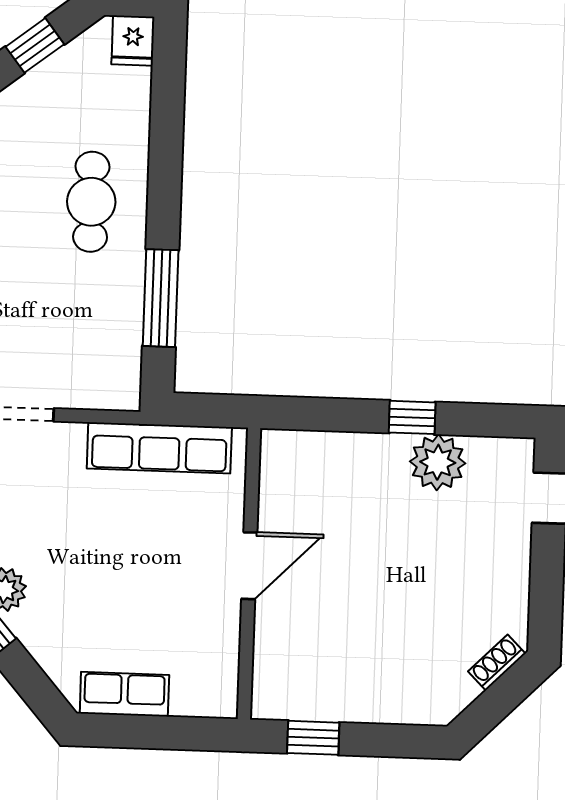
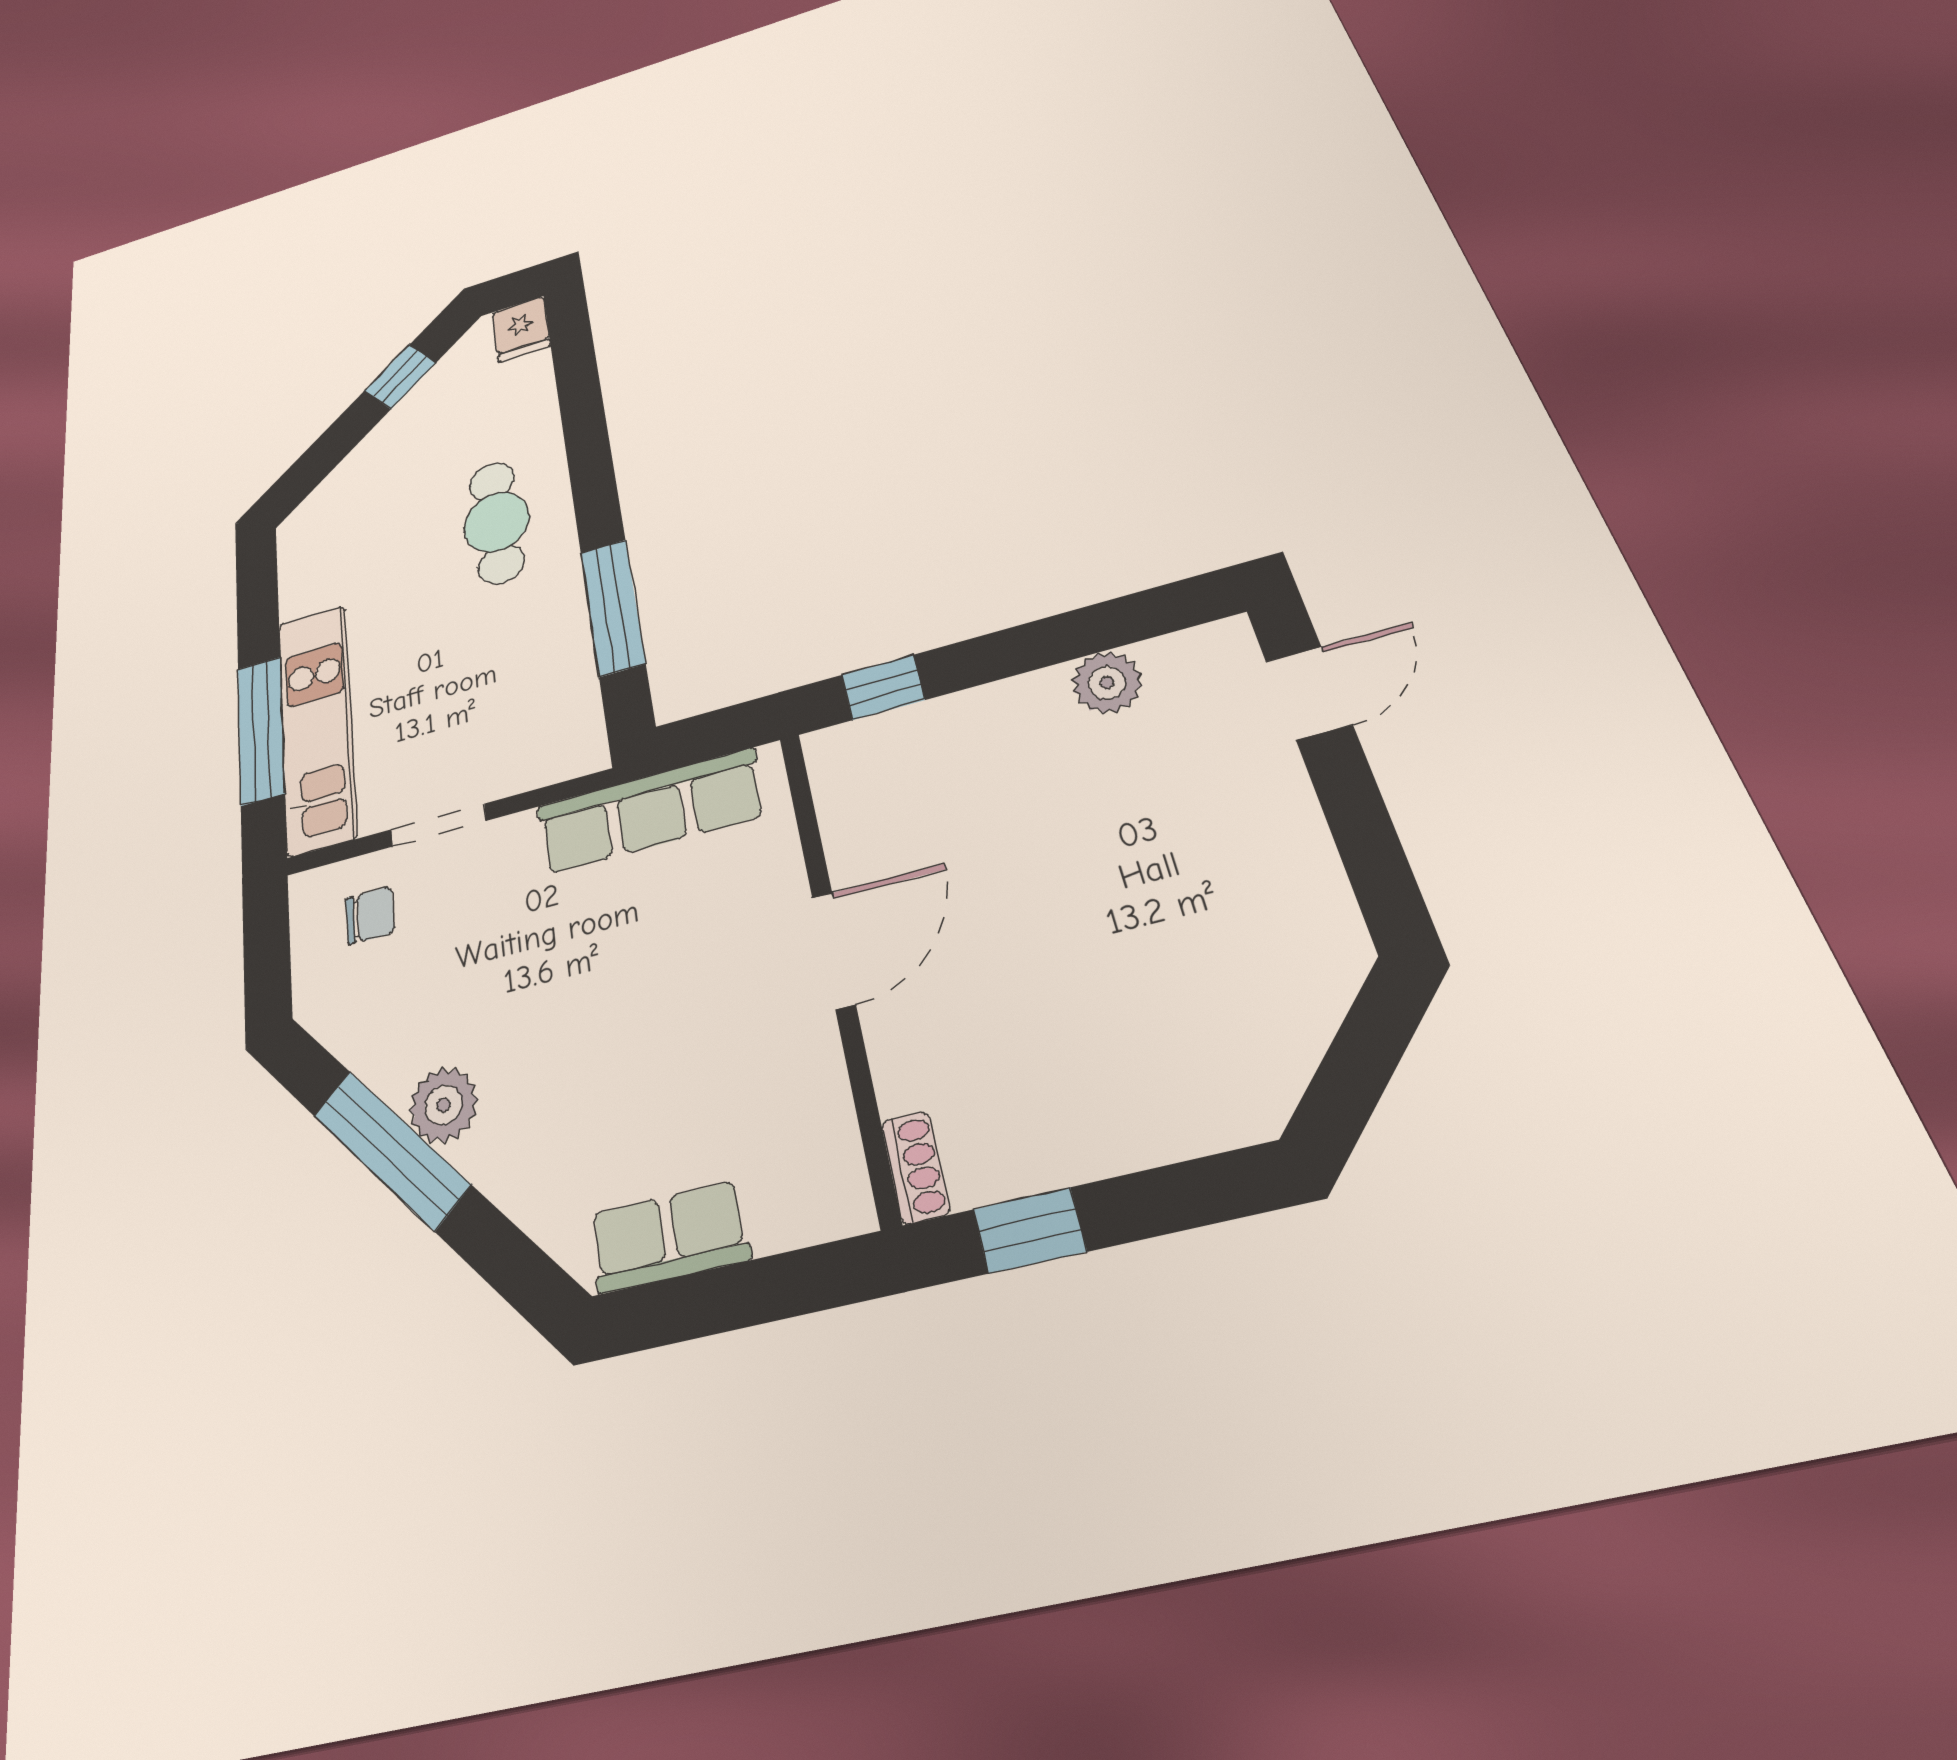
window: (412, 417) -> (883, 687), moved
plant: (438, 462) -> (1107, 683), width x0.73, depth x0.73
shoe rack: (497, 663) -> (915, 1167), moved, turned 135

